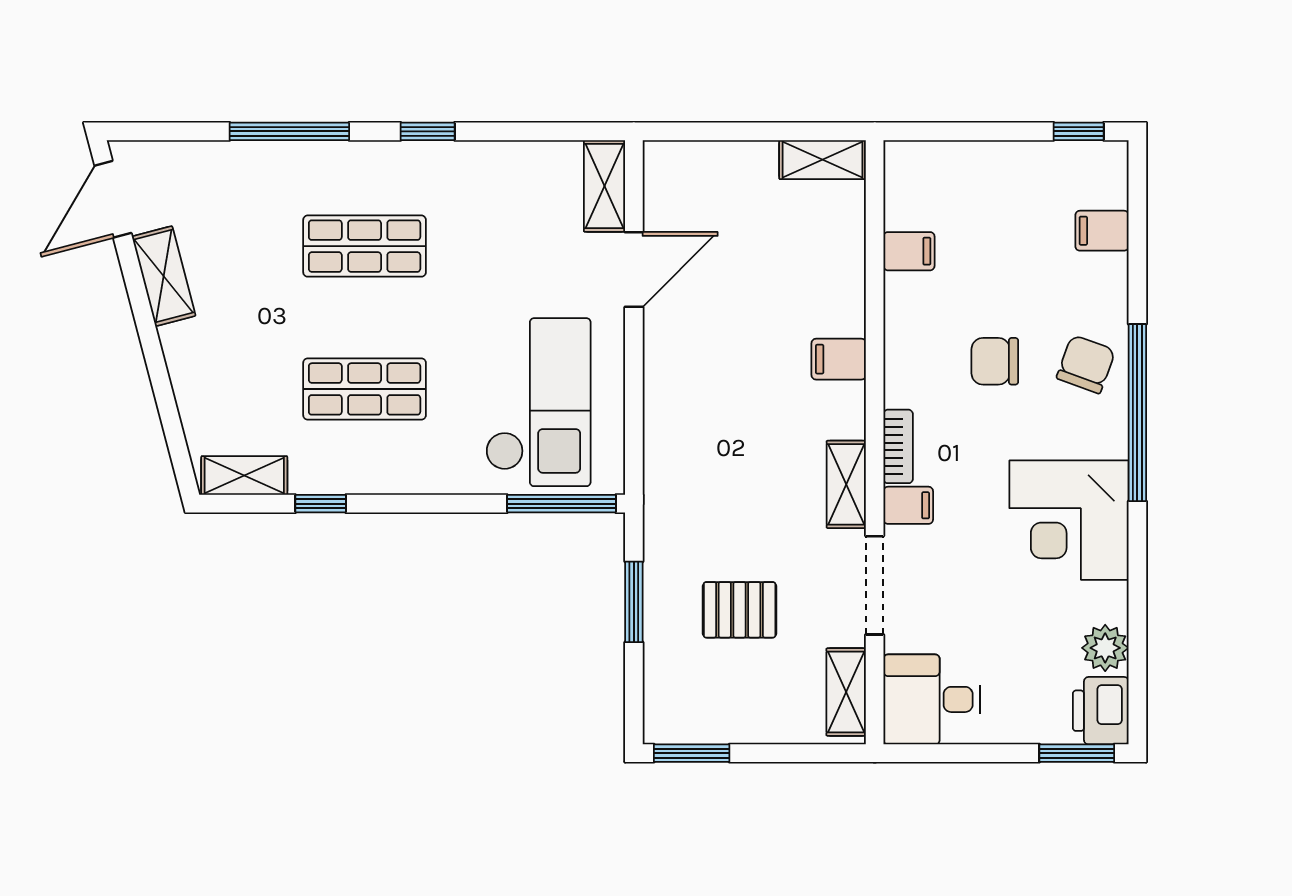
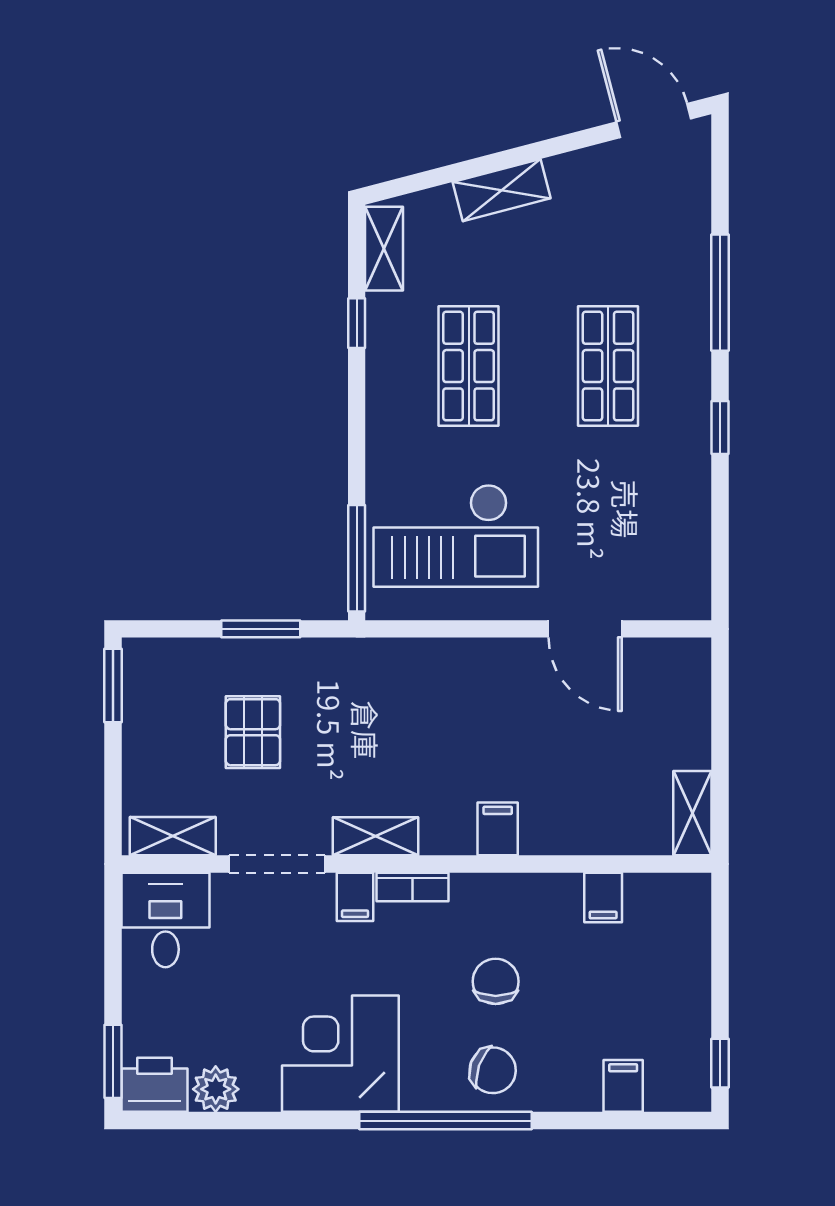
shelving: (604, 186) -> (667, 600), removed
shelving: (164, 276) -> (502, 190), moved

